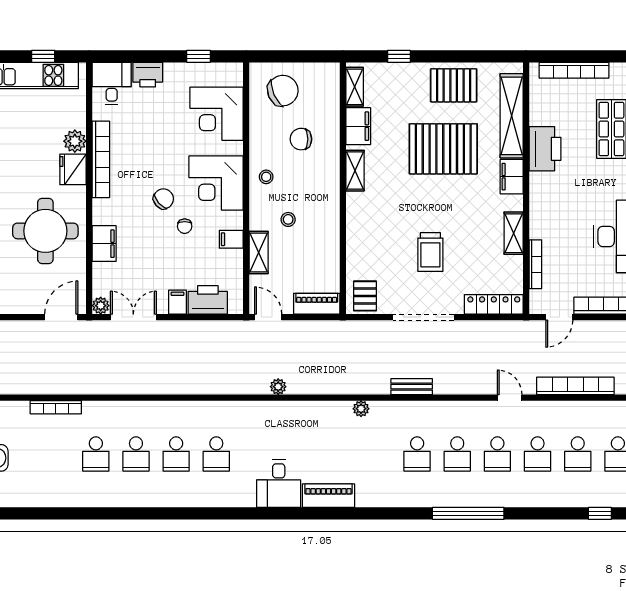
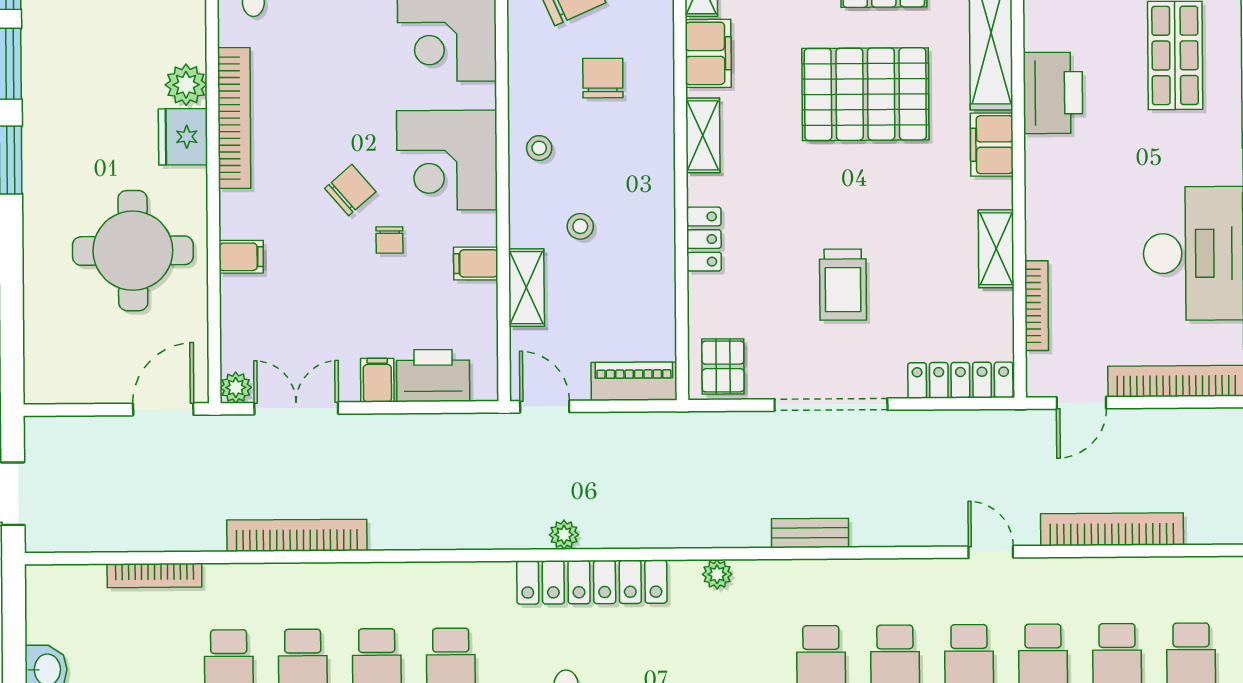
chair: (301, 139) -> (603, 78), turned 90
locker: (355, 227) -> (704, 239), added
filing cabinet: (104, 244) -> (241, 257), width x0.50
bookcase: (133, 386) -> (297, 535), added
locker: (293, 412) -> (592, 582), added

